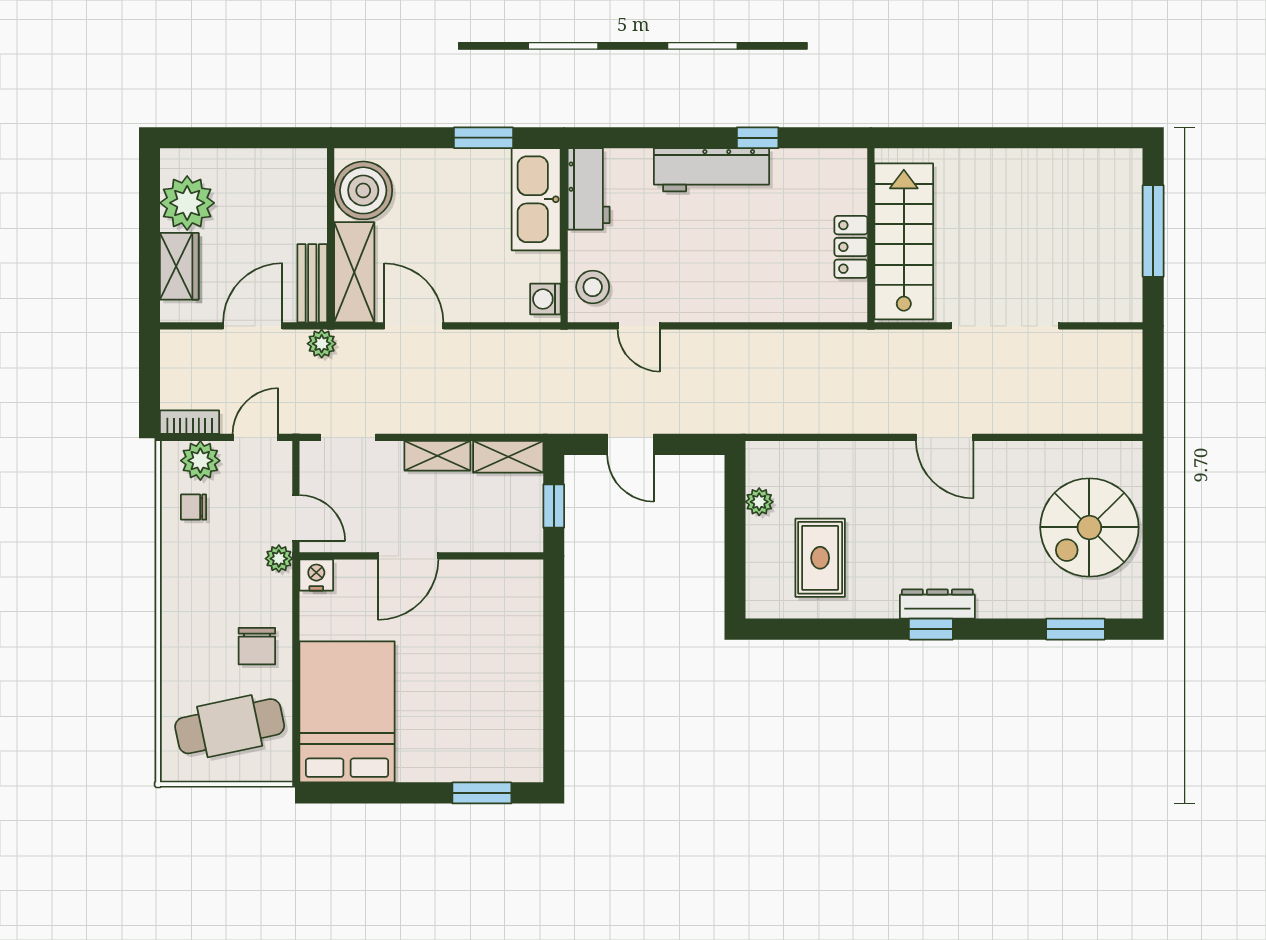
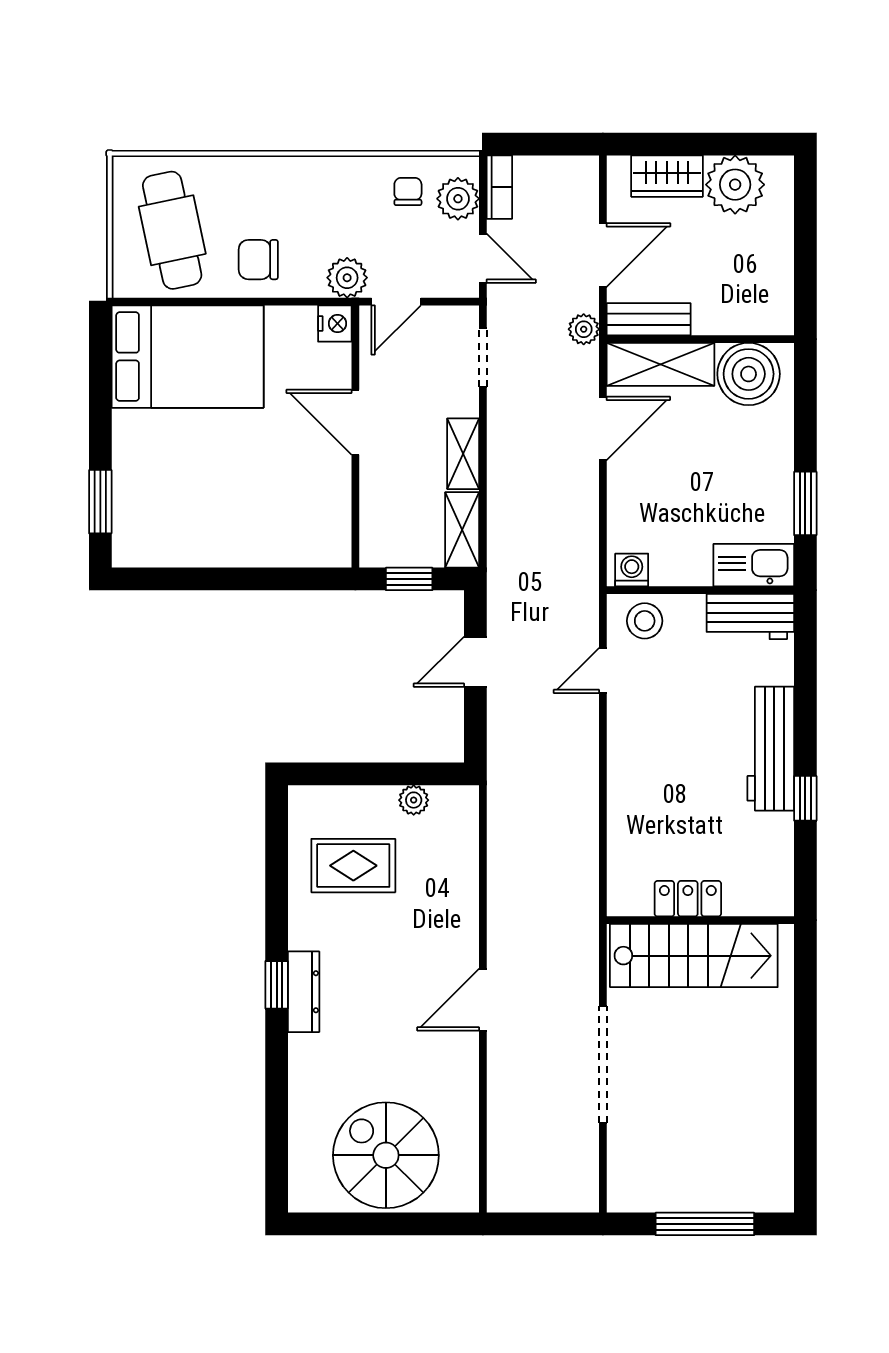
kitchen sink: (536, 199) -> (754, 565), width x0.73, depth x0.81
door: (253, 326) -> (603, 255), hinge flipped
plant: (279, 559) -> (347, 278), width x1.38, depth x1.38
window: (1075, 629) -> (277, 1140), removed

